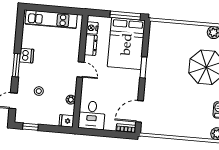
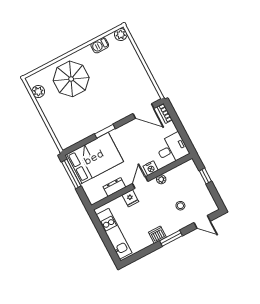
nightstand: (92, 28) -> (151, 168), moved
plant: (71, 100) -> (161, 179), moved
fridge: (66, 121) -> (130, 198), moved
window: (30, 127) -> (205, 176), moved

